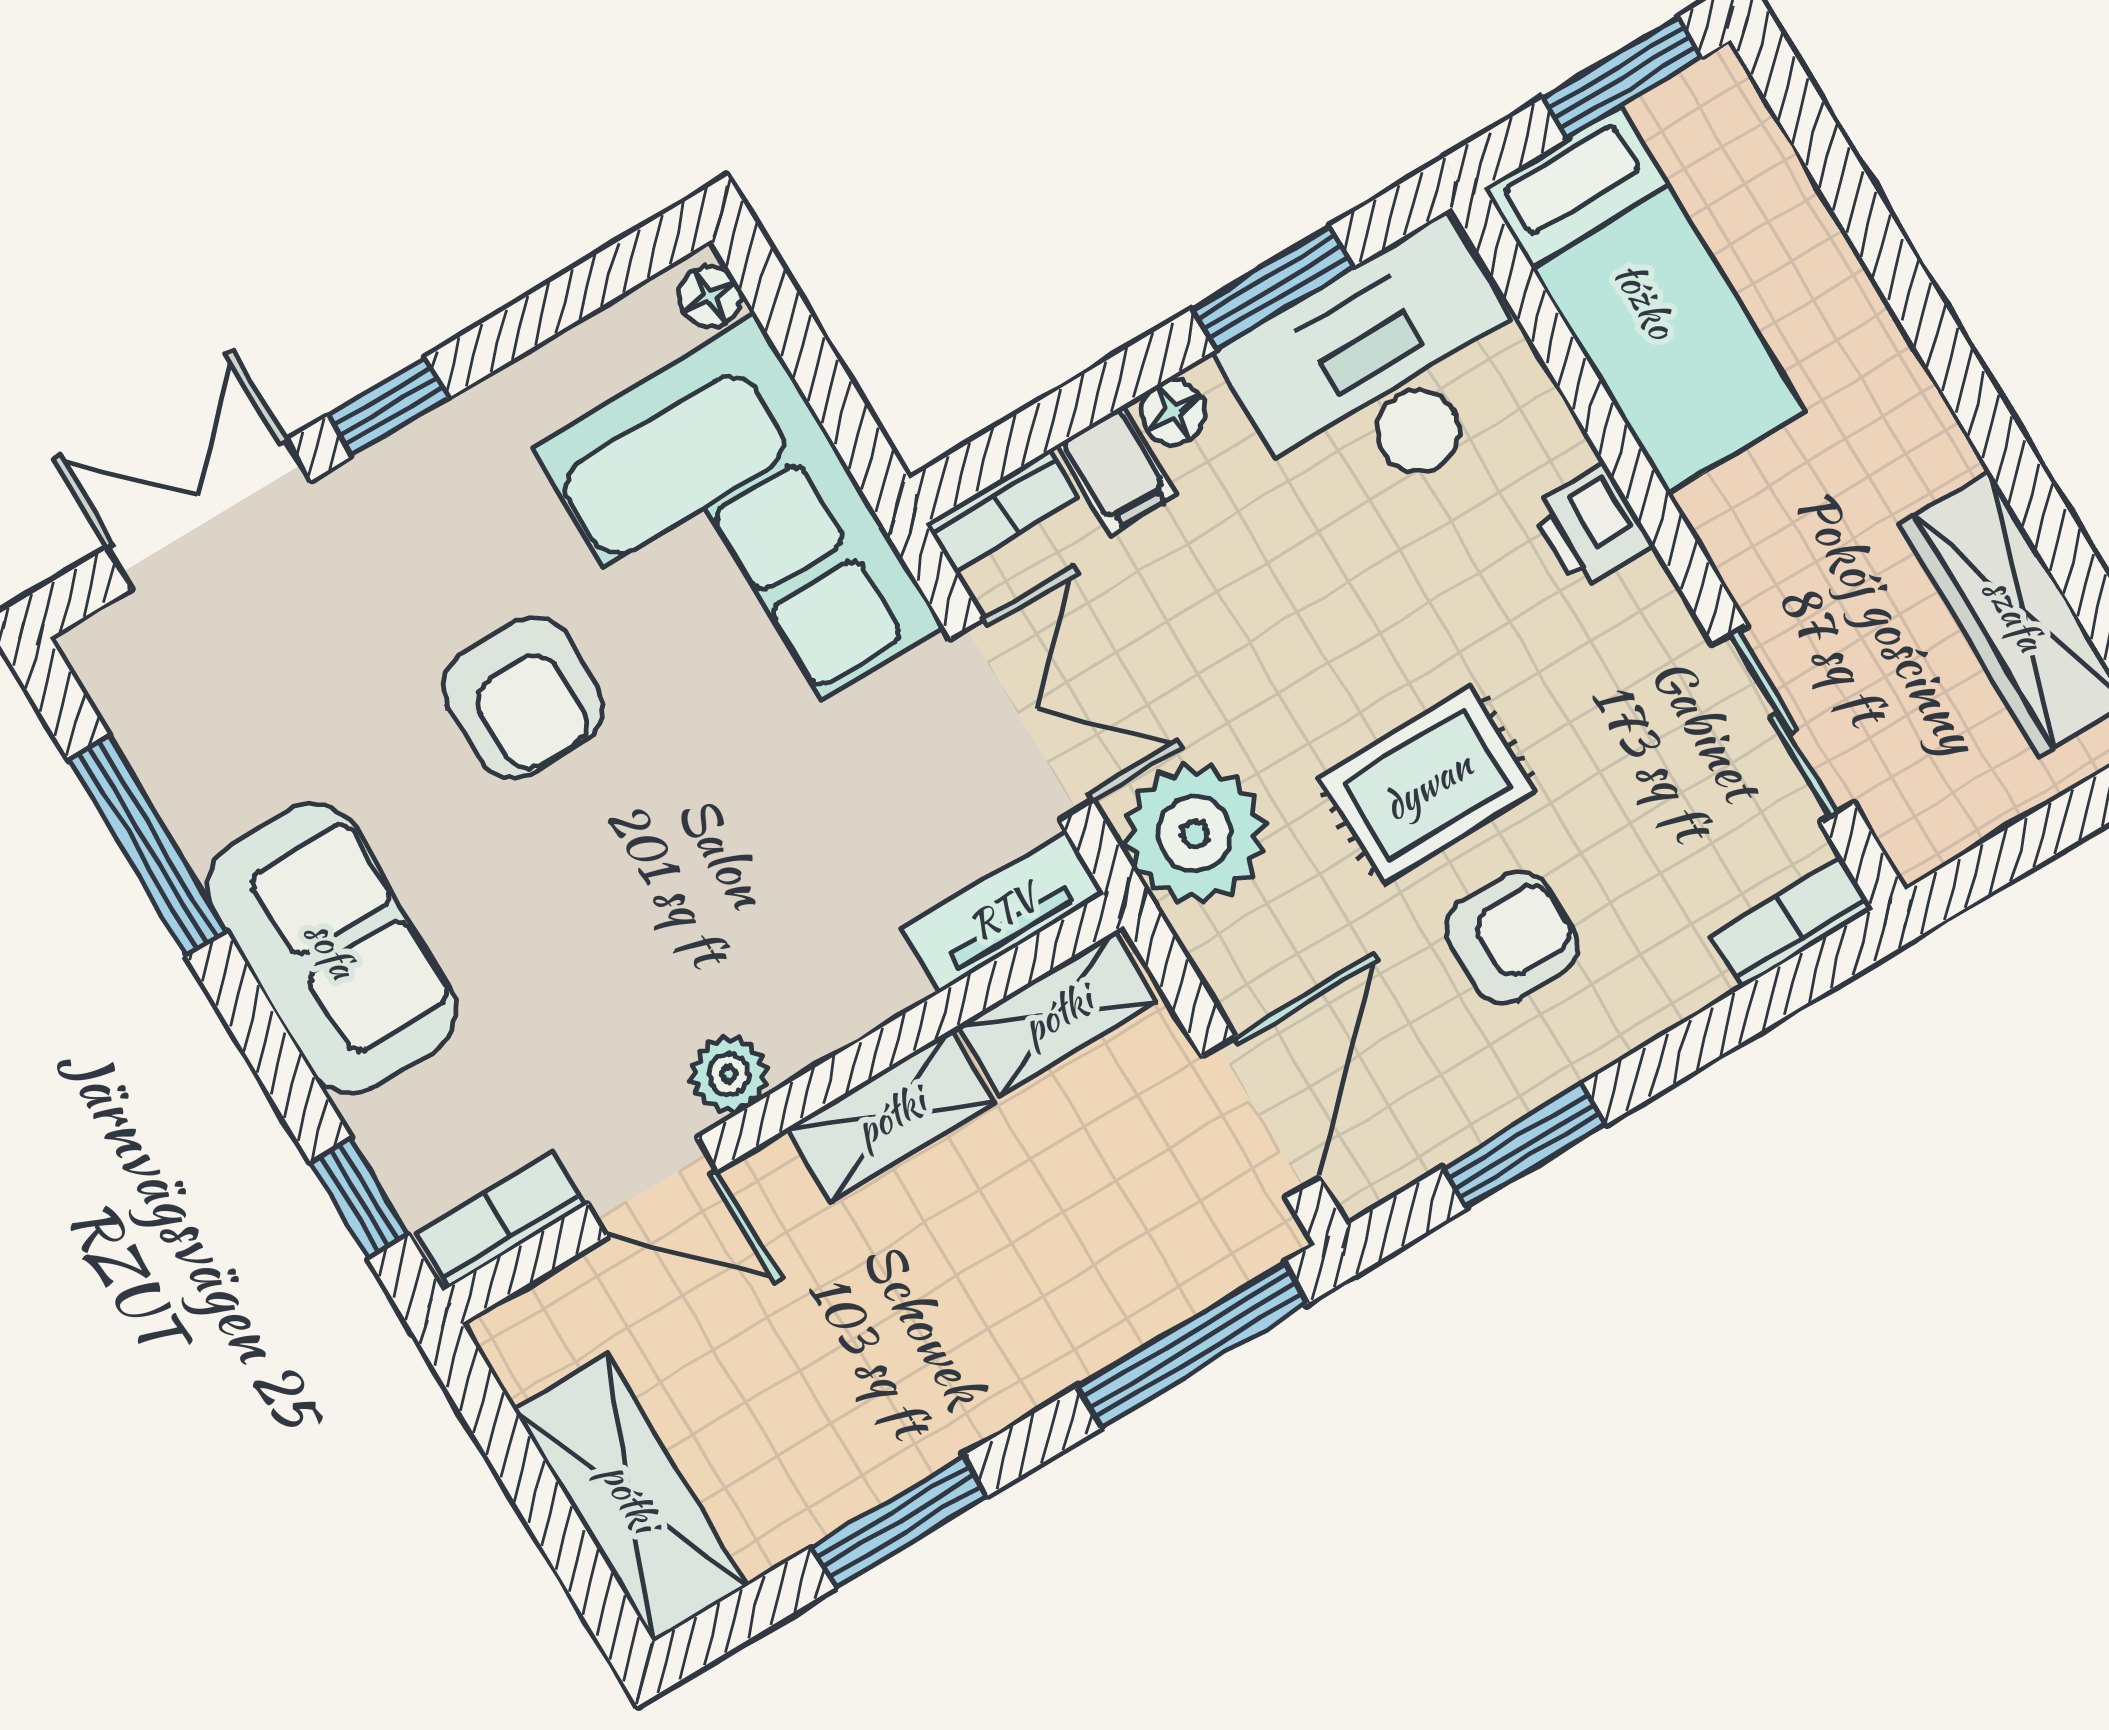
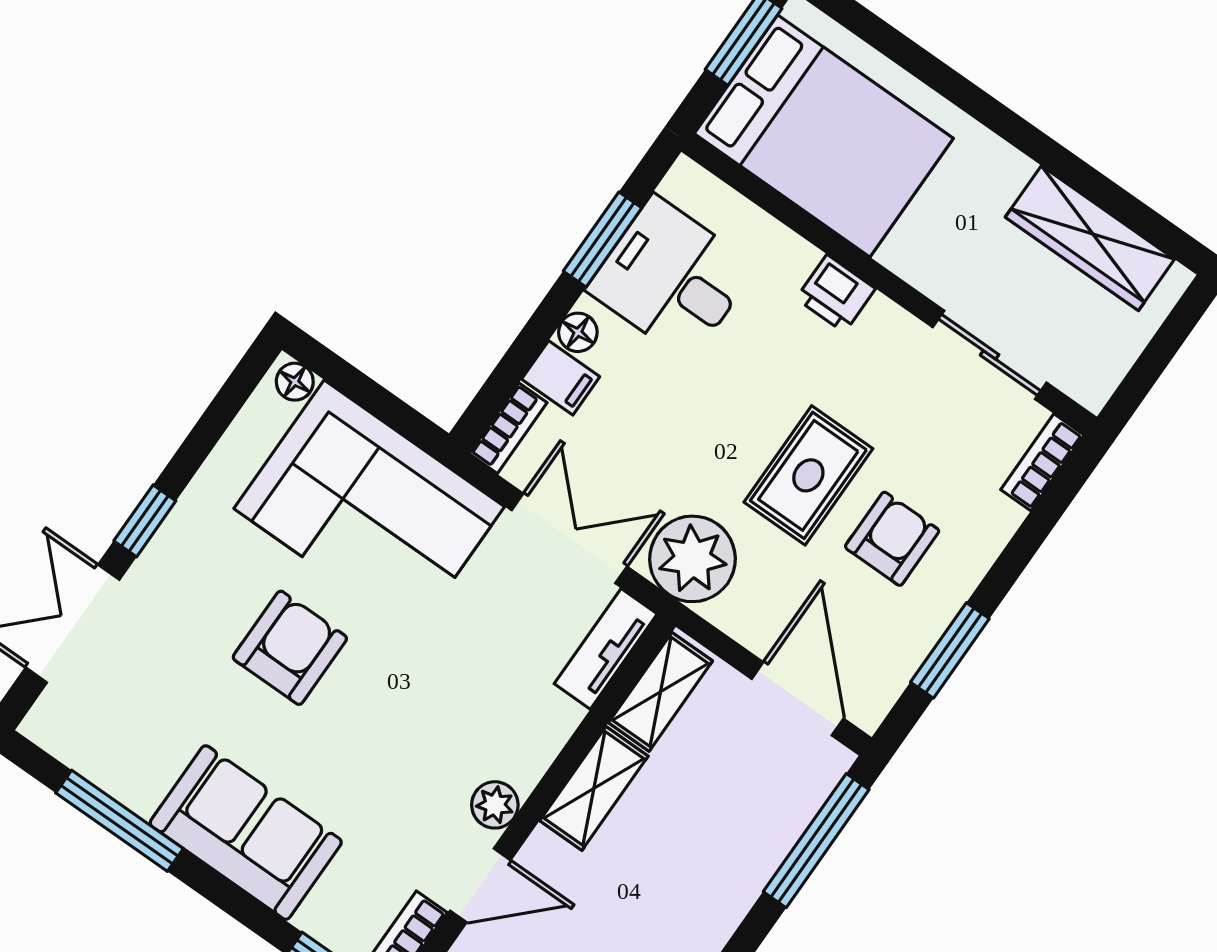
bed: (1645, 300) -> (824, 136), width x1.50
desk: (1384, 374) -> (672, 278), width x0.73
armchair: (523, 698) -> (290, 648), turned -90

